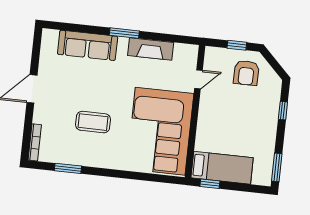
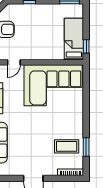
door: (198, 79) -> (14, 62), swing flipped
coffee table: (93, 122) -> (67, 146), moved, turned 90

